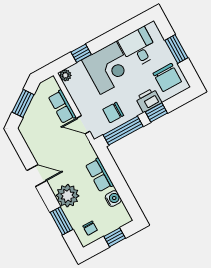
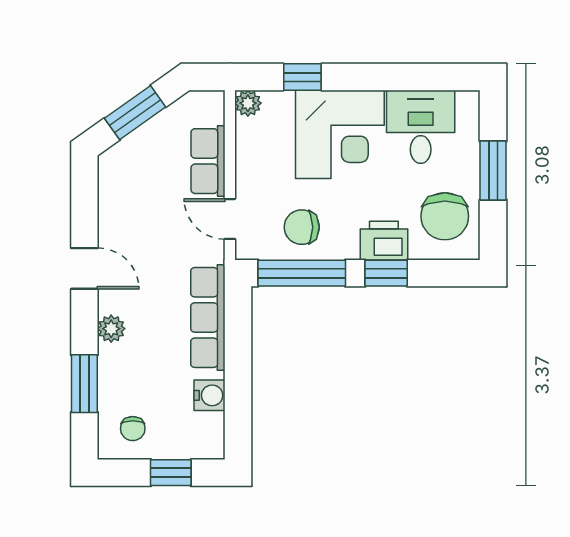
row of seats: (99, 175) -> (208, 317), width x1.48
plant: (68, 196) -> (111, 329), width x0.53, depth x0.53

